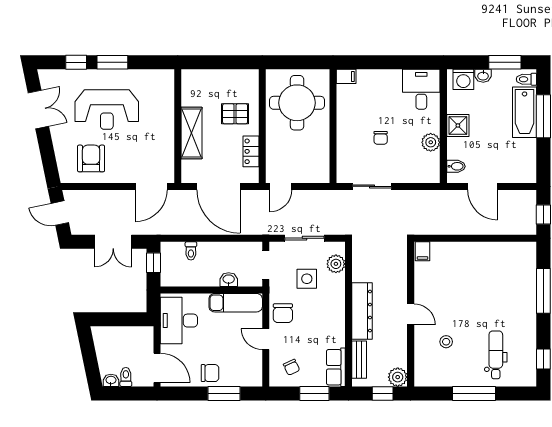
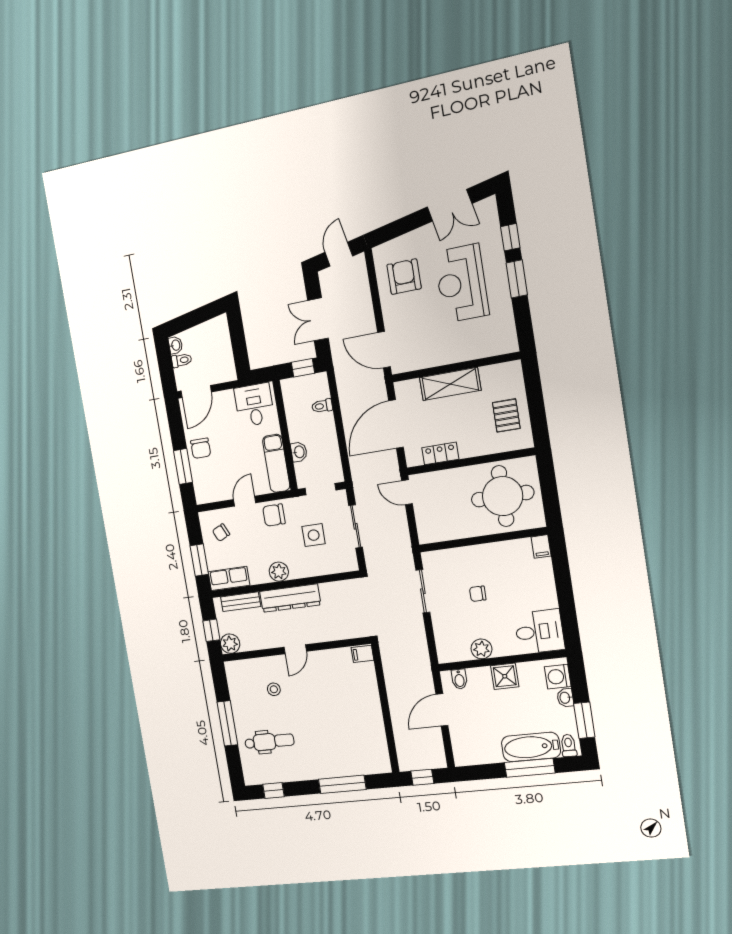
pallet: (235, 114) -> (506, 415), moved
armchair: (91, 158) -> (404, 277), turned -90
plant: (336, 264) -> (279, 572), moved
desk: (179, 321) -> (254, 405), width x0.73

